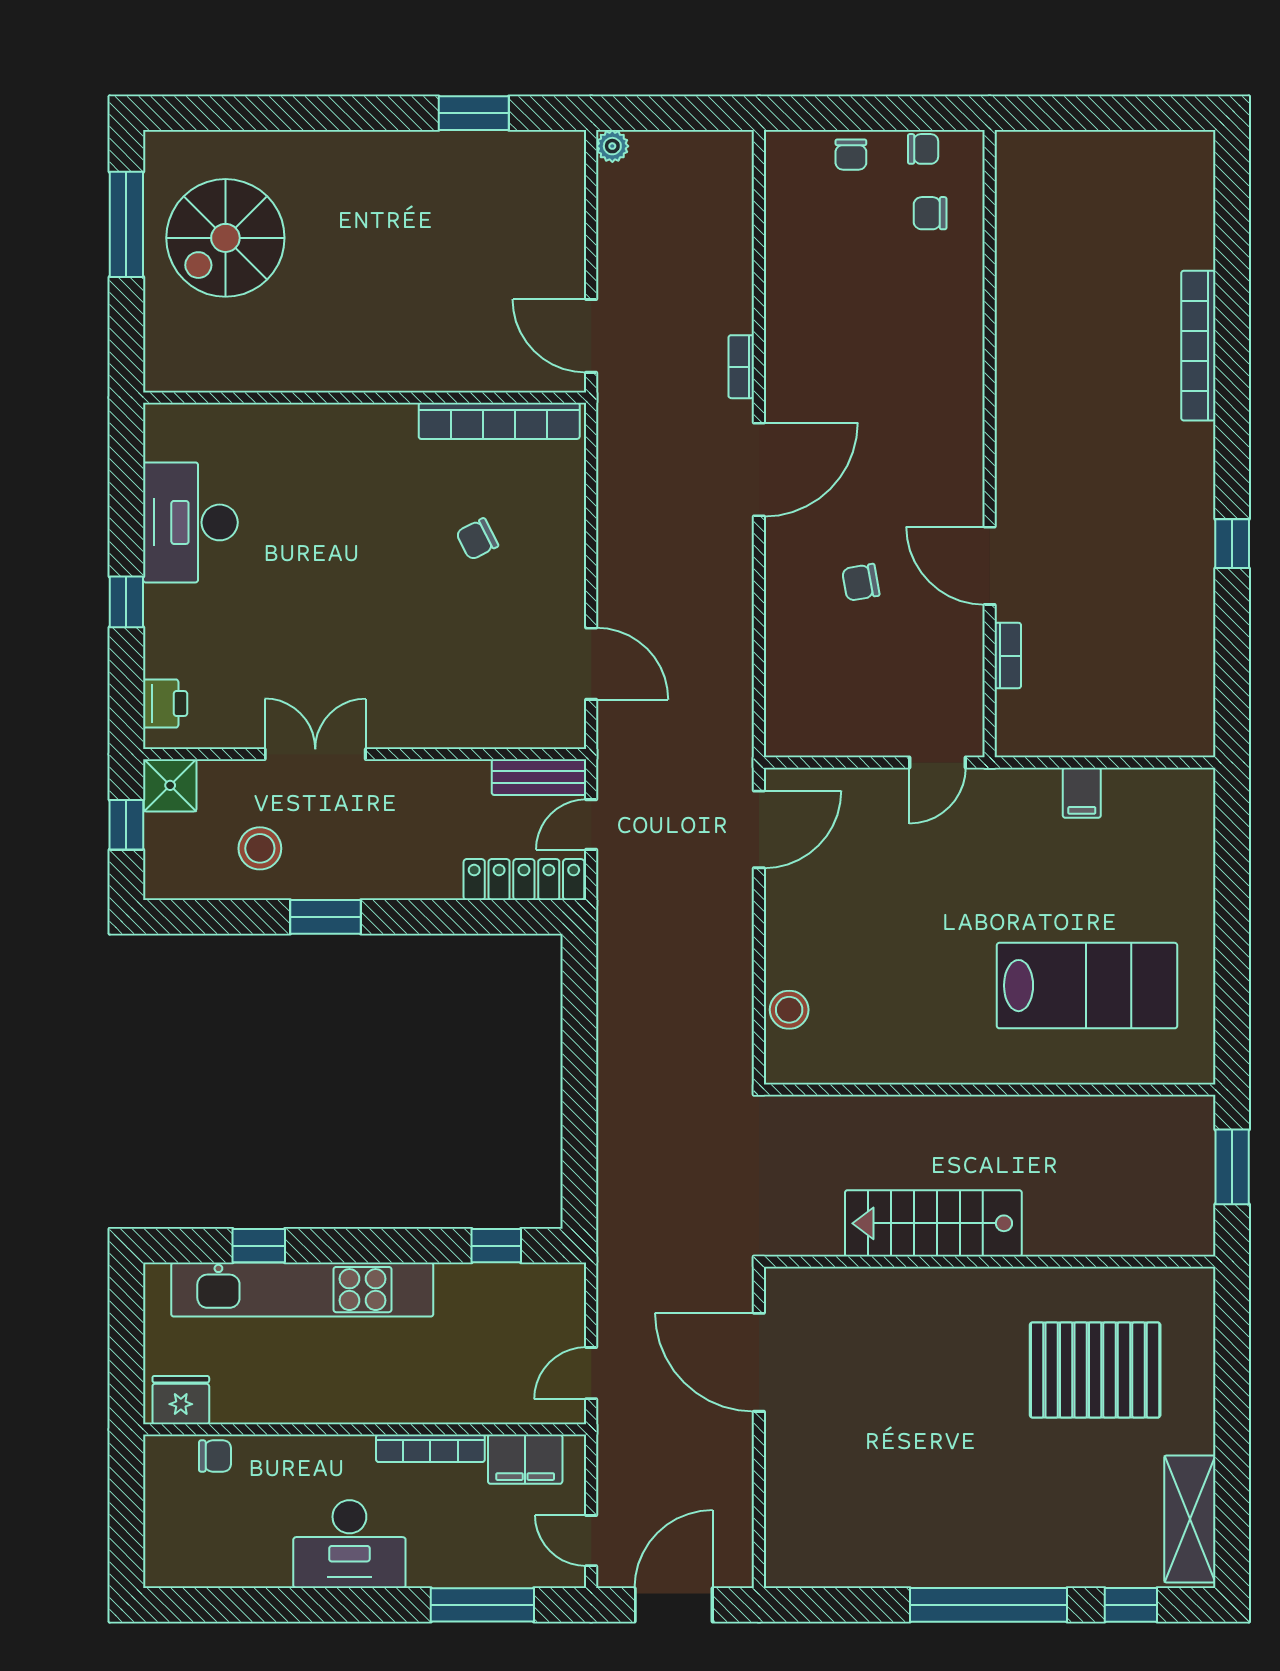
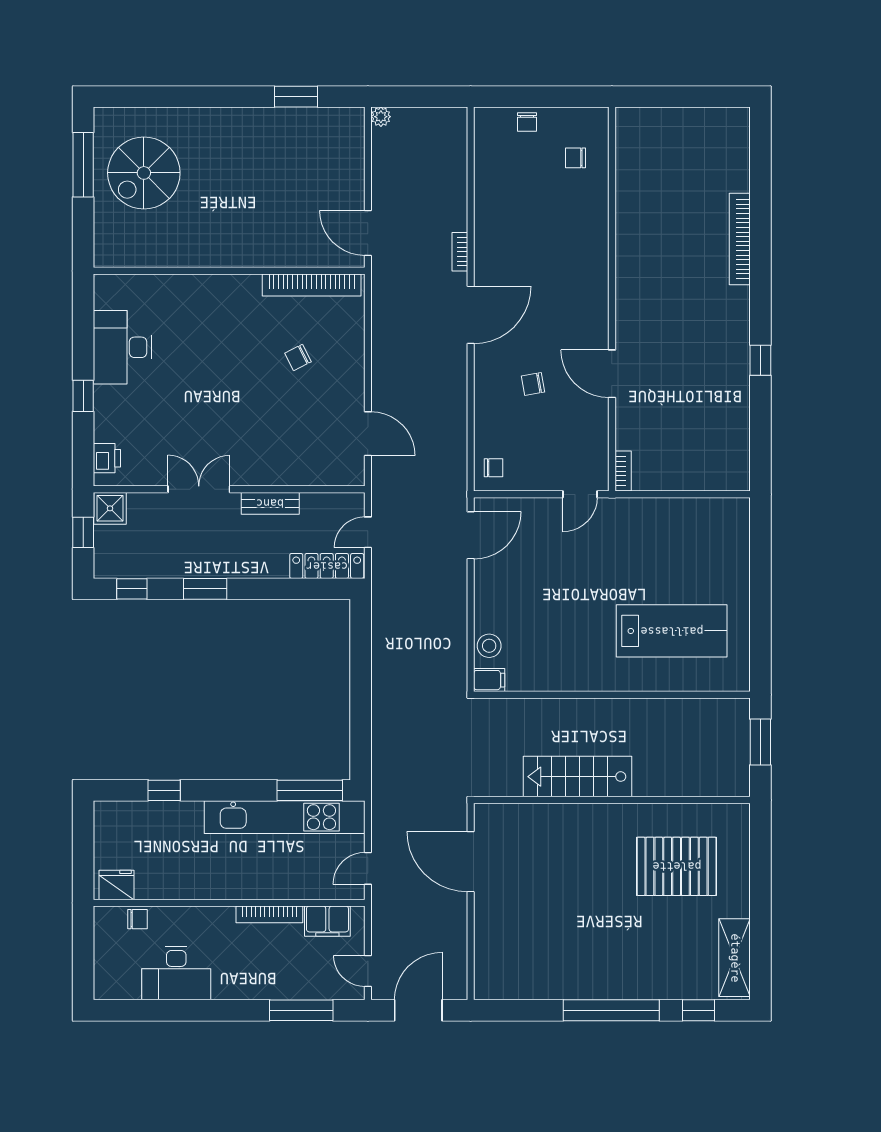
chair: (923, 149) -> (494, 468), moved
bookcase: (1008, 656) -> (623, 471), moved
bench: (539, 777) -> (270, 503), moved
filing cabinet: (1082, 793) -> (489, 680), moved, turned -90
stool: (260, 848) -> (165, 547), removed
window: (206, 917) -> (132, 589), added
window: (496, 1246) -> (310, 790), width x2.17
kitchen unit: (302, 1290) -> (285, 817), moved
desk: (349, 1544) -> (176, 973), moved

